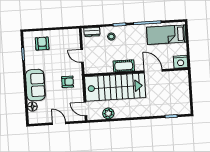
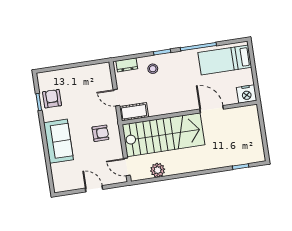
armchair: (42, 44) -> (52, 99), moved
cot: (124, 66) -> (134, 112), moved
floor lamp: (32, 106) -> (57, 170), removed

